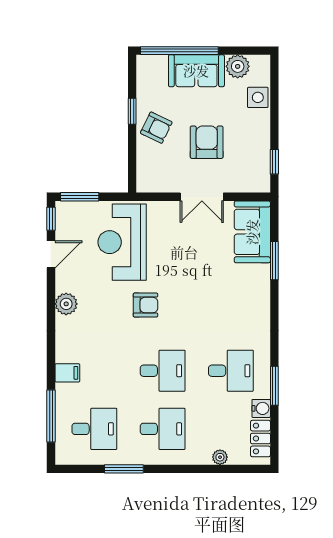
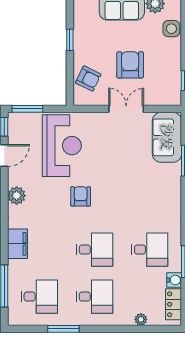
armchair: (156, 128) -> (88, 79), moved
double door: (202, 197) -> (126, 109), swing flipped
reception desk: (122, 242) -> (62, 146), turned 180
armchair: (145, 305) -> (81, 196), turned -90
filing cabinet: (67, 373) -> (17, 244), width x2.00

